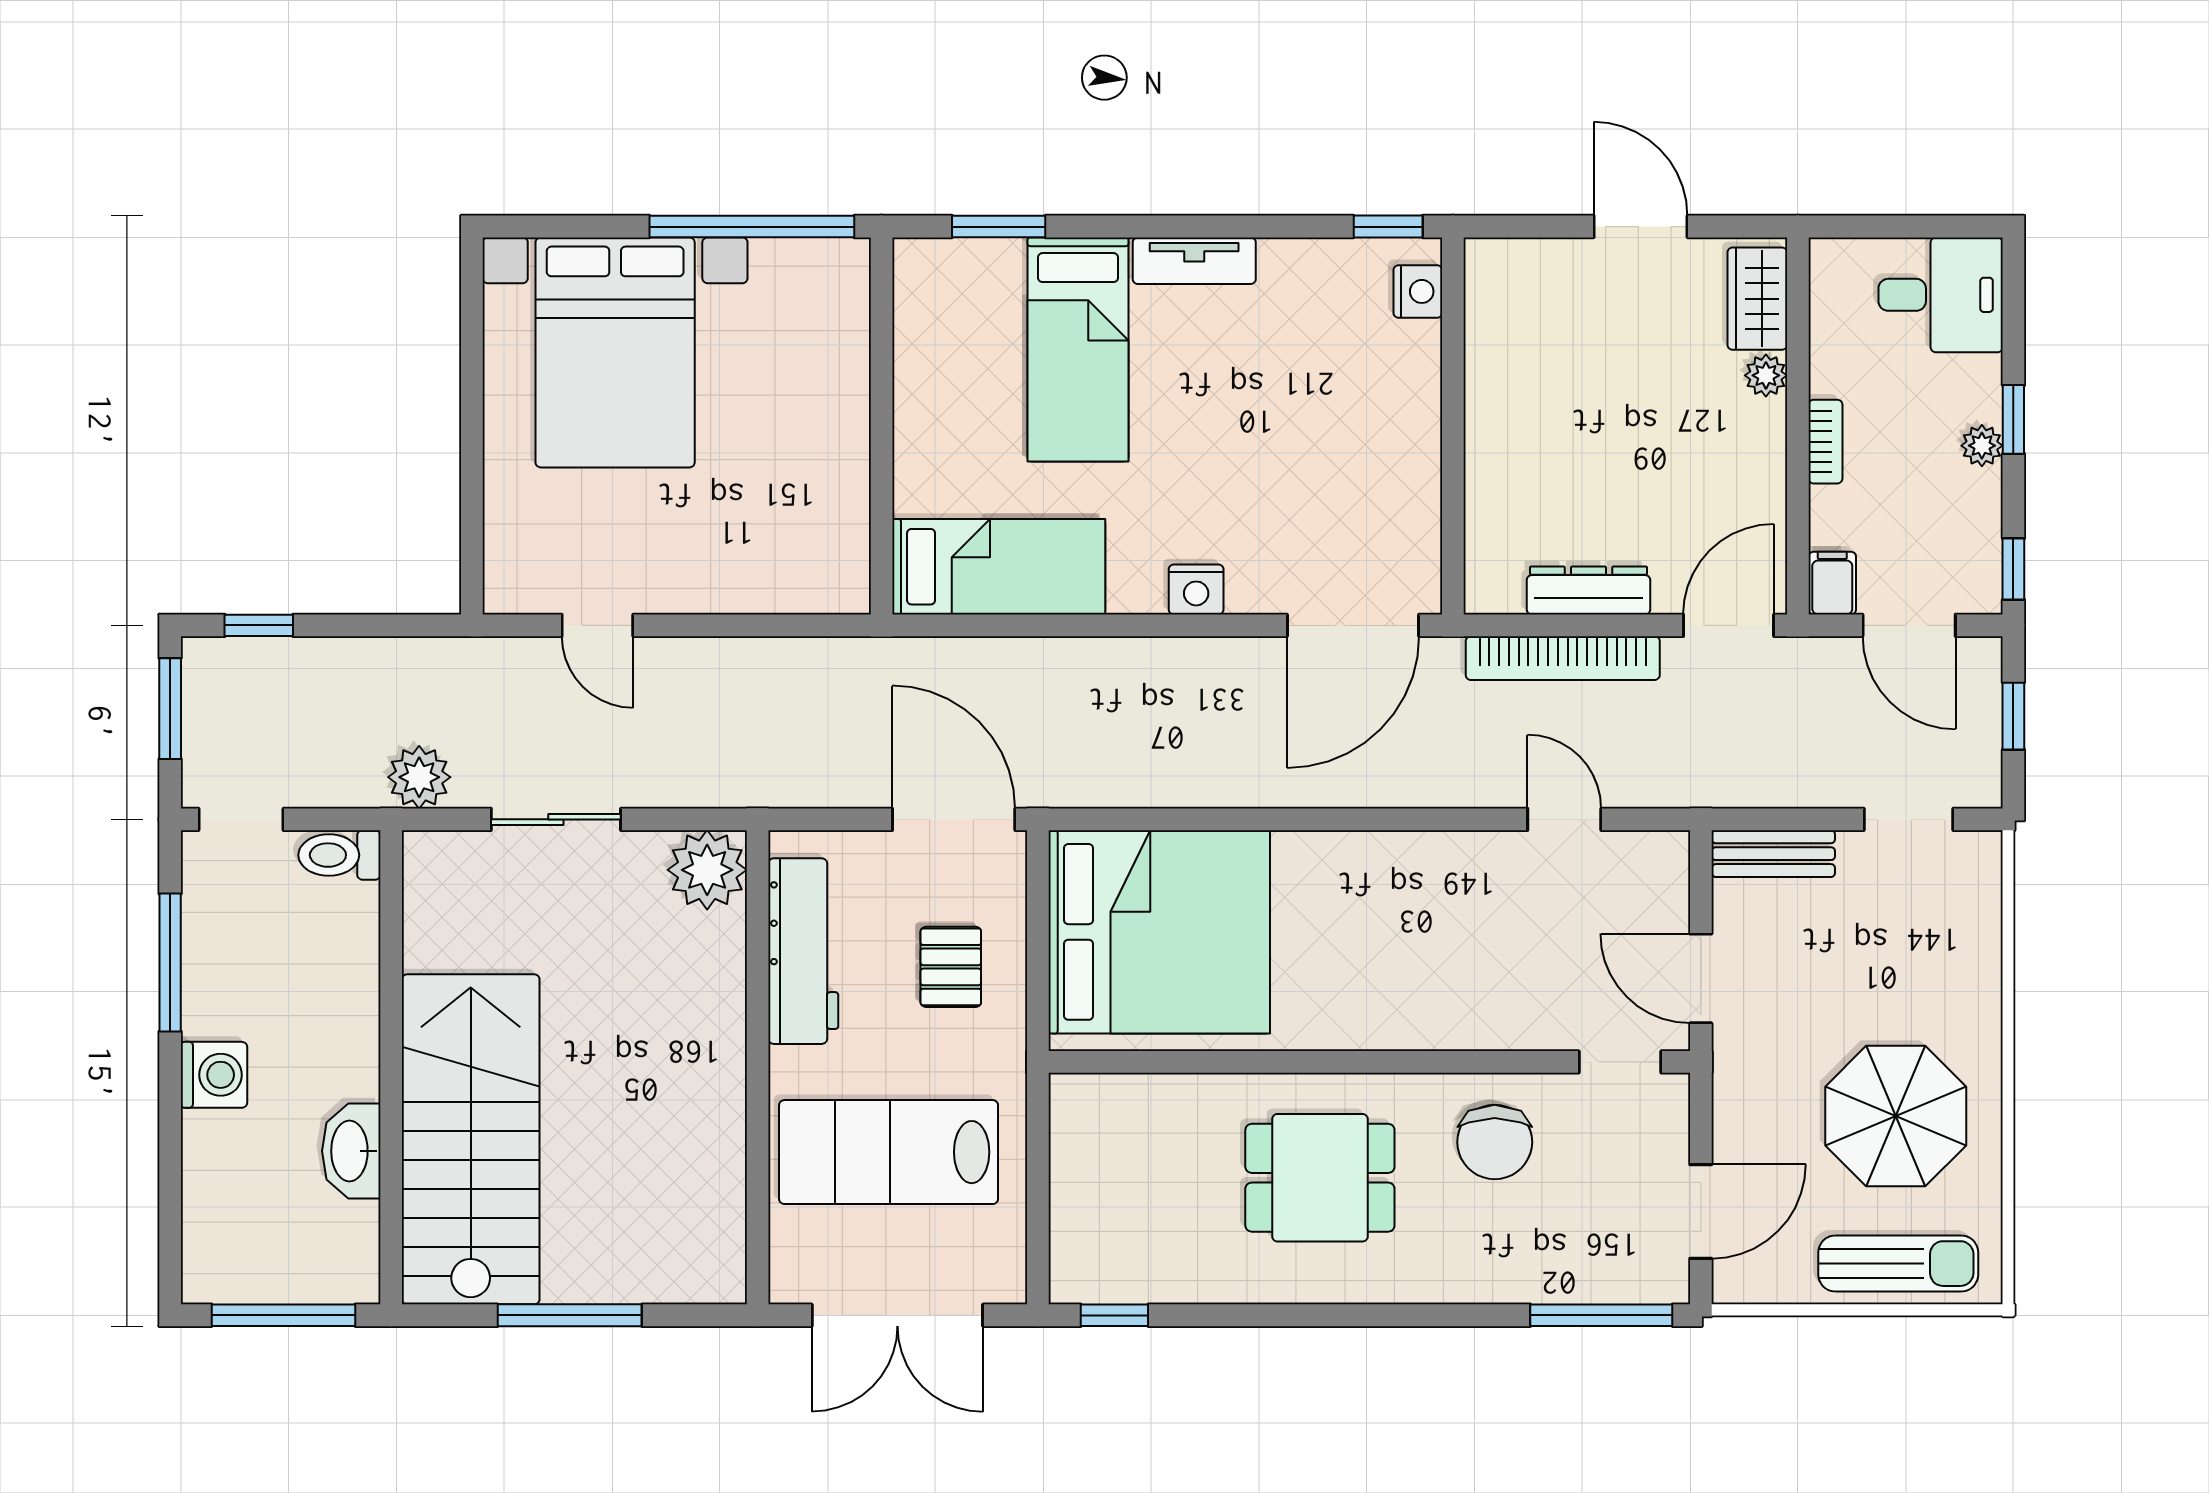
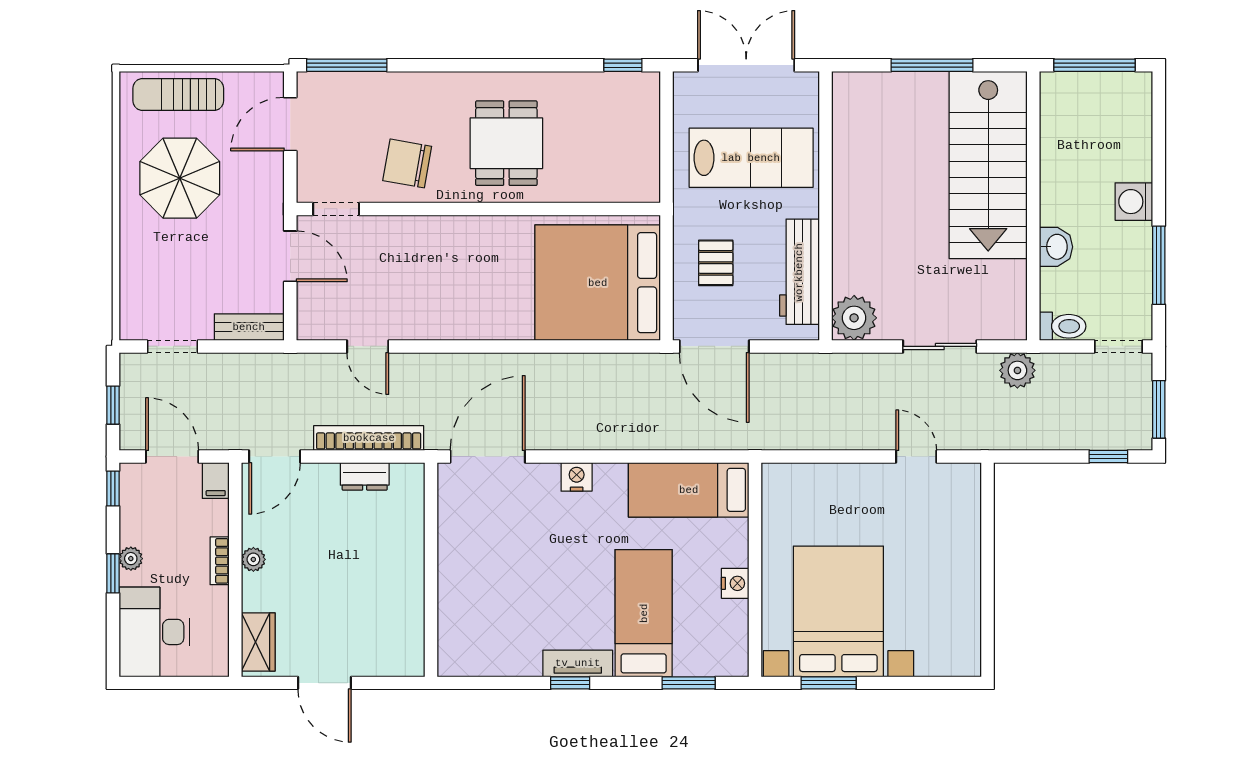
window: (752, 227) -> (829, 683), width x0.47
window: (1388, 227) -> (570, 683), moved
nightstand: (1418, 291) -> (735, 583), moved, turned 180
desk: (1941, 295) -> (154, 632), width x1.37
bed with nightstands: (615, 352) -> (838, 611), moved
plant: (1766, 375) -> (253, 559), moved
dresser: (1589, 590) -> (365, 476), width x0.70
chair: (1495, 1142) -> (407, 163), turned -80
washbasin: (351, 1151) -> (1056, 247), moved, width x0.72
dining table: (1320, 1178) -> (506, 143), turned 90

